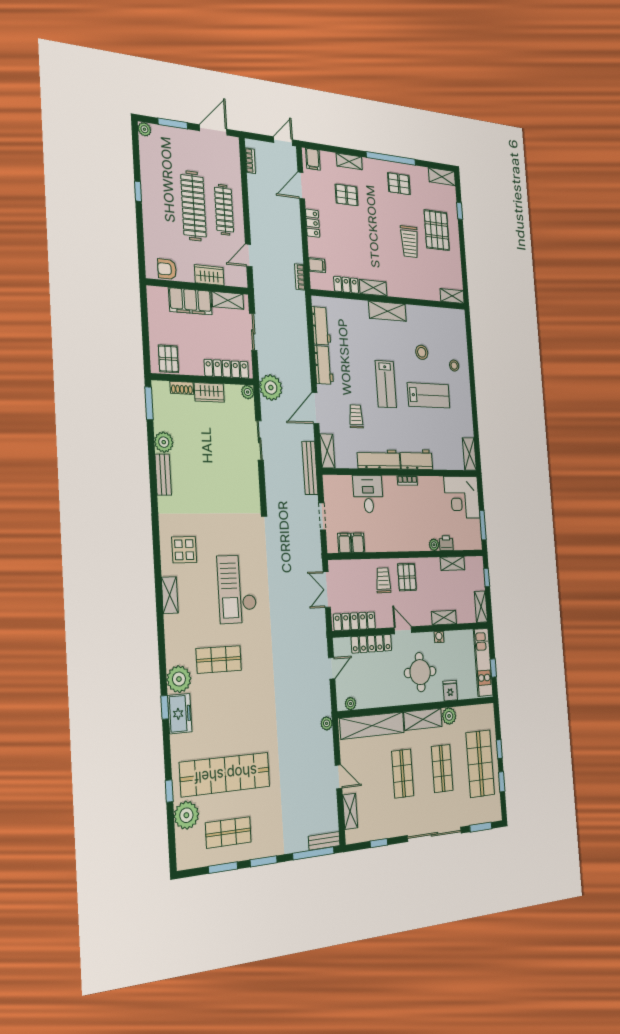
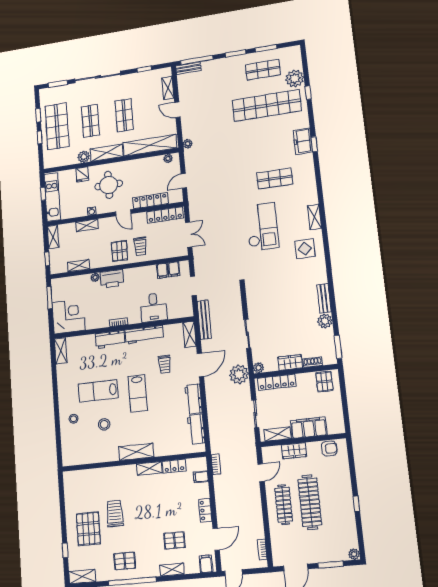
shelving: (452, 296) -> (74, 476), removed
lab bench: (386, 384) -> (138, 393), turned 180
printer: (446, 543) -> (112, 279), moved, width x1.87, depth x1.48
plant: (179, 679) -> (305, 163), removed

